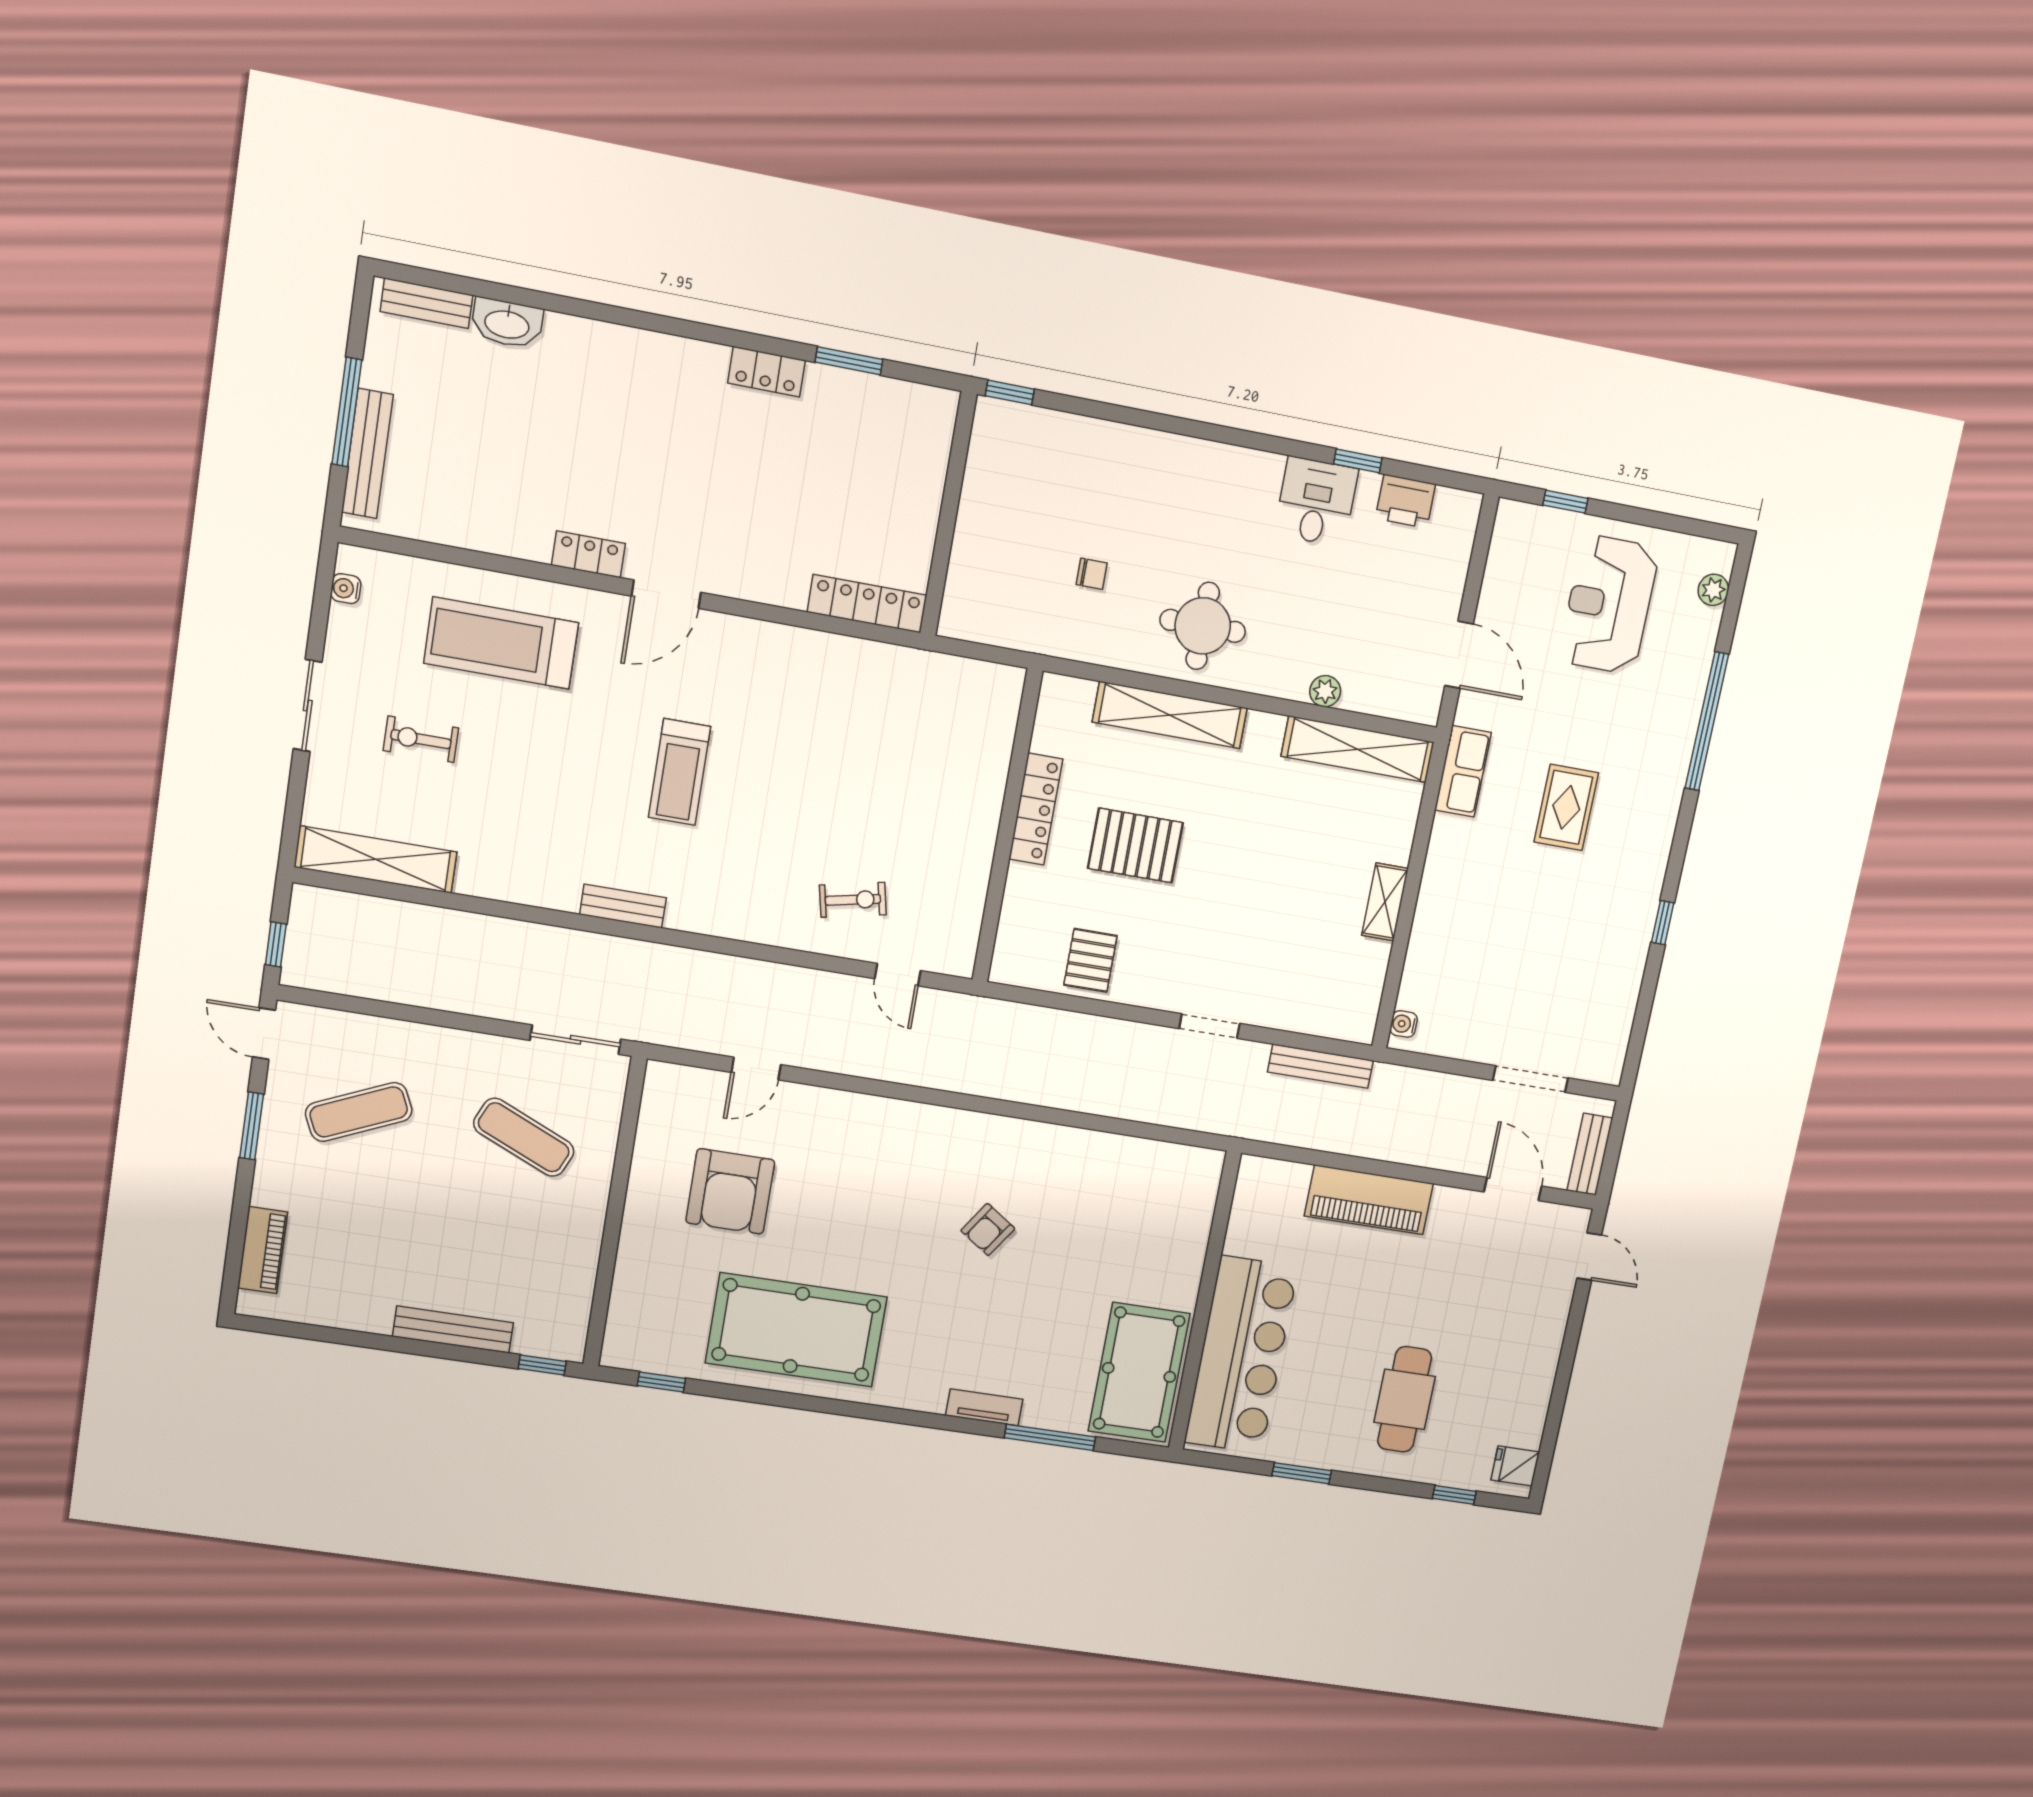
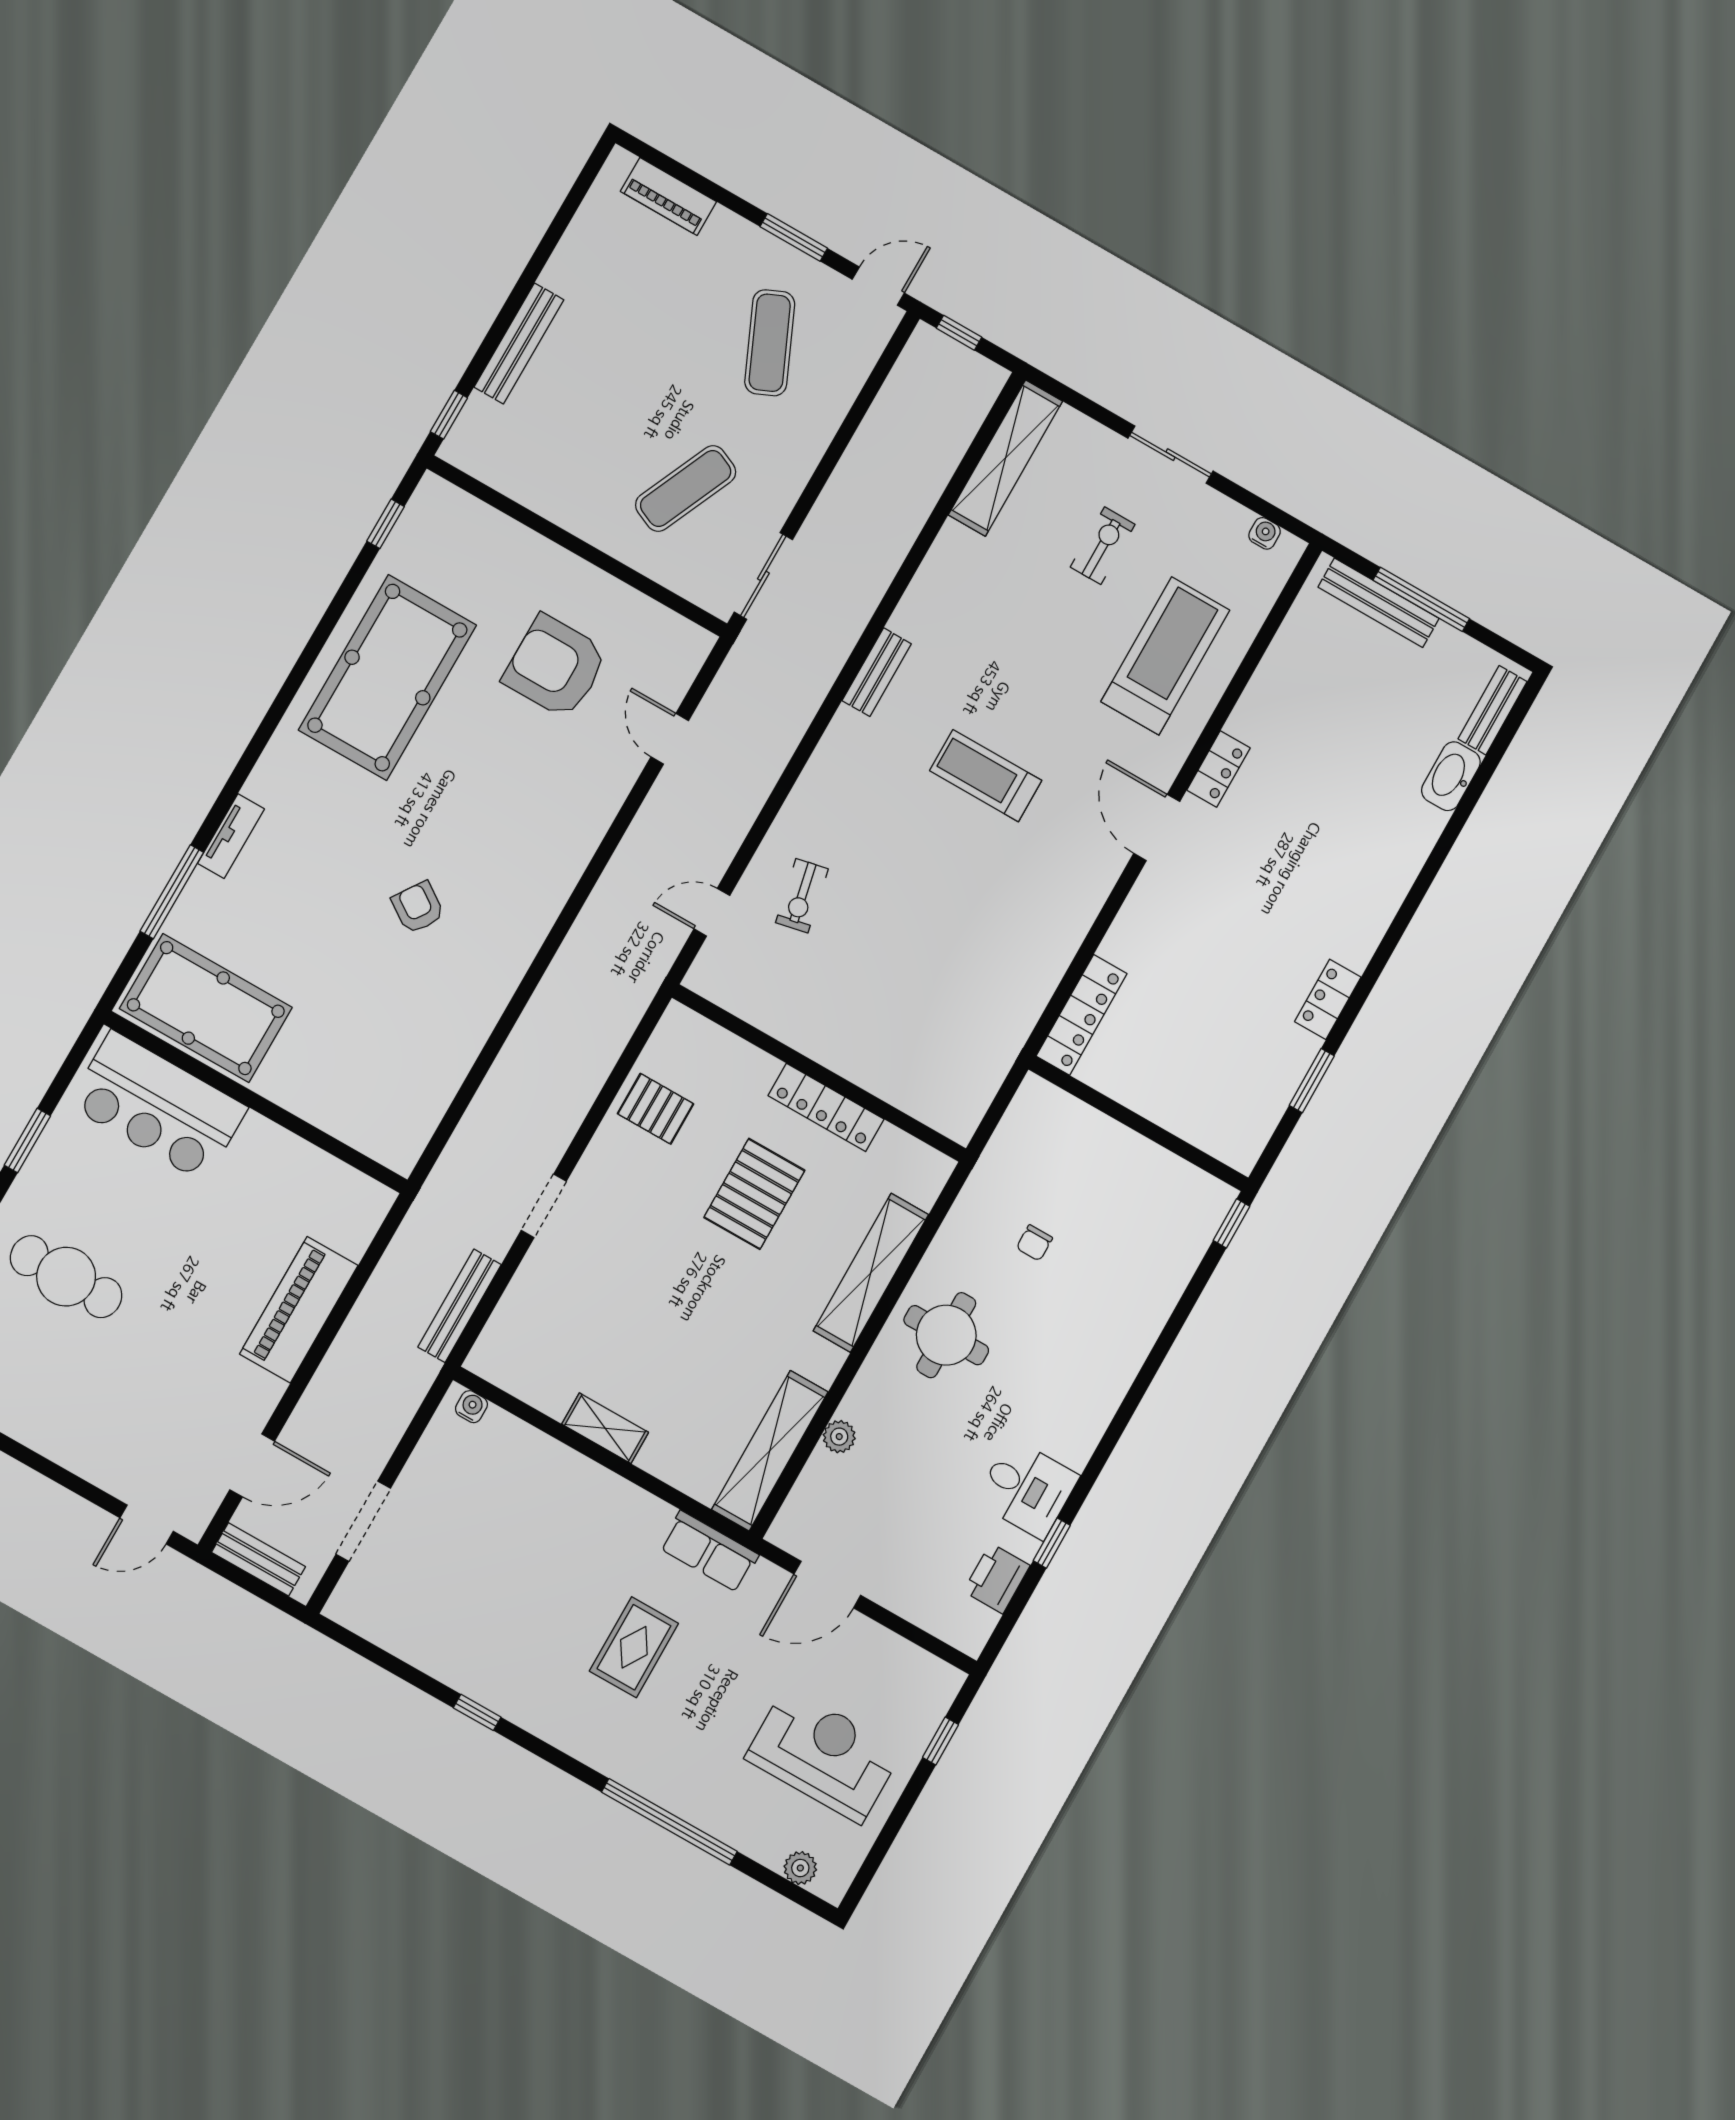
rug: (1566, 807) -> (634, 1647), turned 90
bar counter: (1241, 1355) -> (158, 1106), width x0.73

